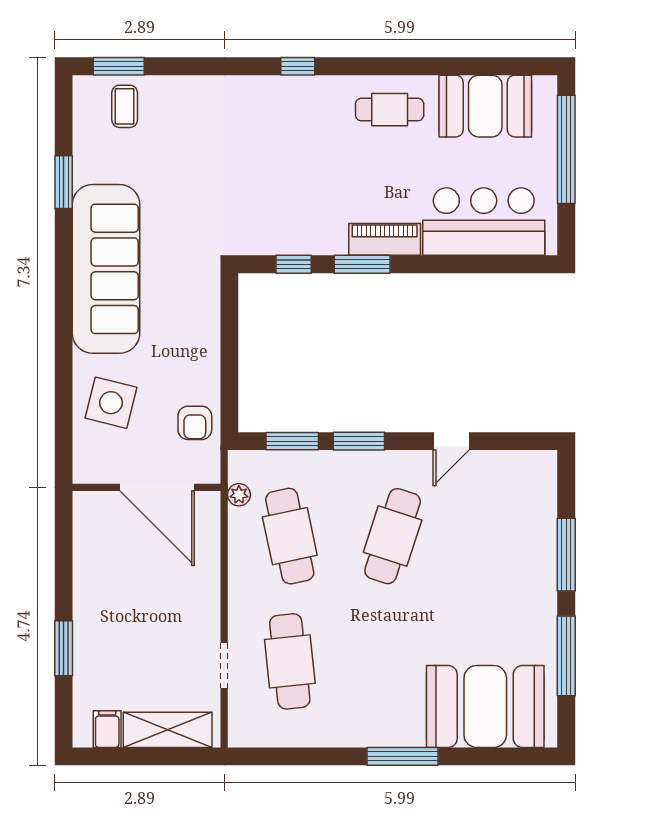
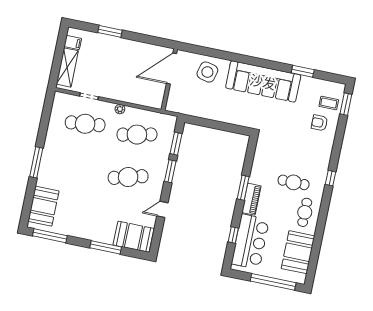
cafe table: (326, 150) -> (294, 182), added
window: (294, 264) -> (233, 235), moved
armchair: (195, 423) -> (319, 123), moved
door: (451, 441) -> (162, 209), hinge flipped
door: (157, 487) -> (172, 68), moved
plant: (239, 495) -> (120, 109), moved
booth: (528, 495) -> (134, 237), added
cafe table: (393, 536) -> (128, 177), turned -33
window: (566, 656) -> (50, 236), moved
booth: (485, 706) -> (43, 206), width x0.73, depth x0.70

